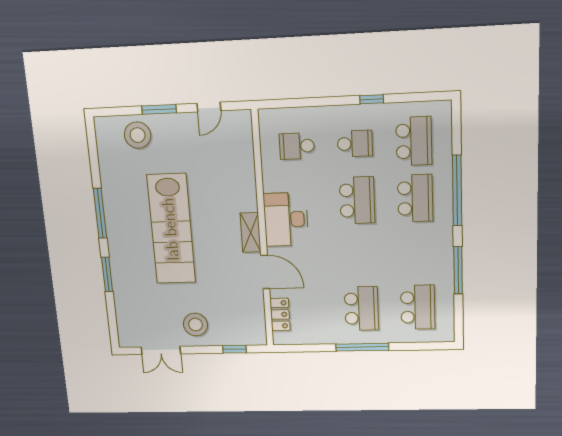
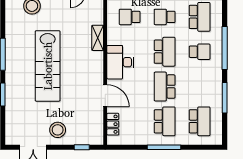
school desk: (355, 144) -> (165, 17), turned 180
school desk: (415, 198) -> (200, 52), width x0.54
shelving: (251, 233) -> (98, 38), moved
school desk: (359, 255) -> (165, 87), added

